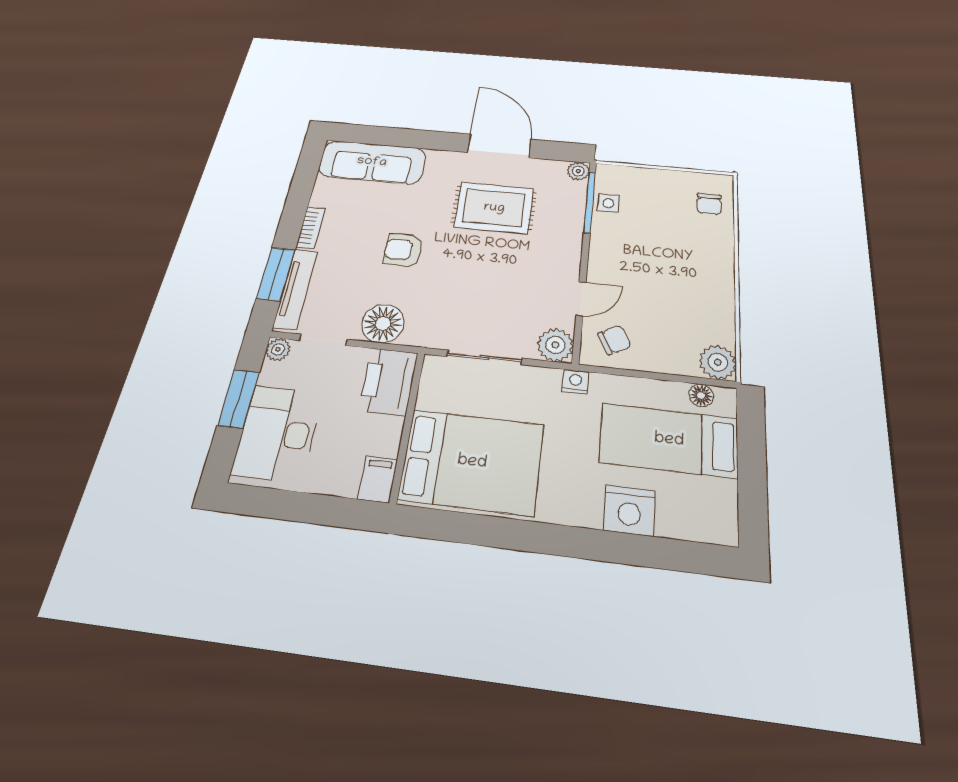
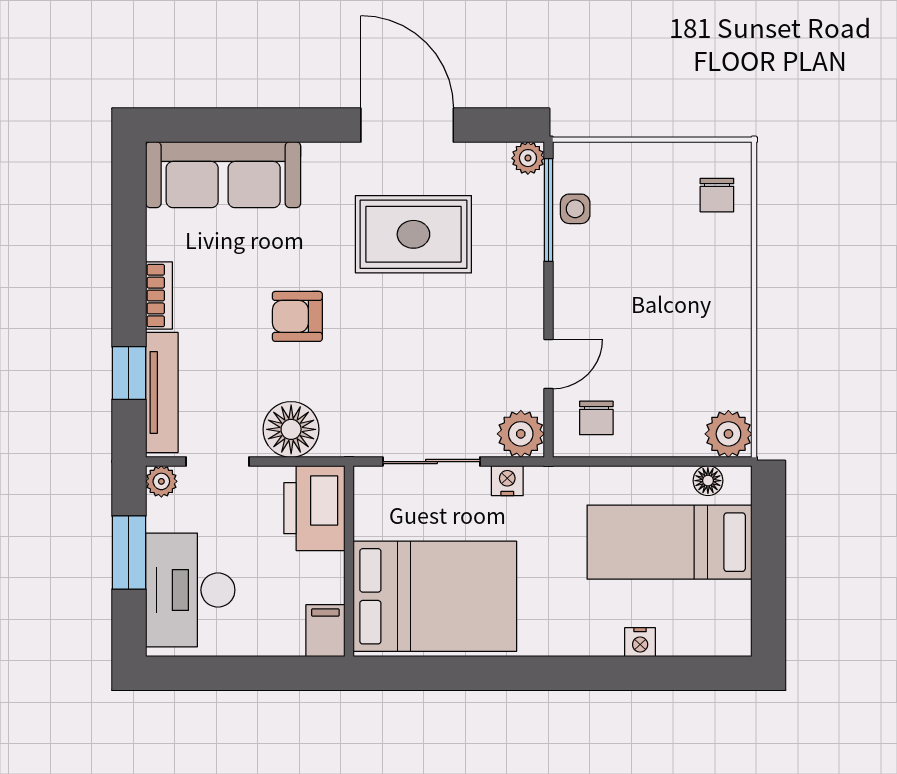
window: (276, 274) -> (129, 373), width x0.67
chair: (614, 340) -> (596, 418), turned 118
nightstand: (575, 382) -> (507, 481), moved
nightstand: (629, 510) -> (640, 642), width x0.53, depth x0.56

